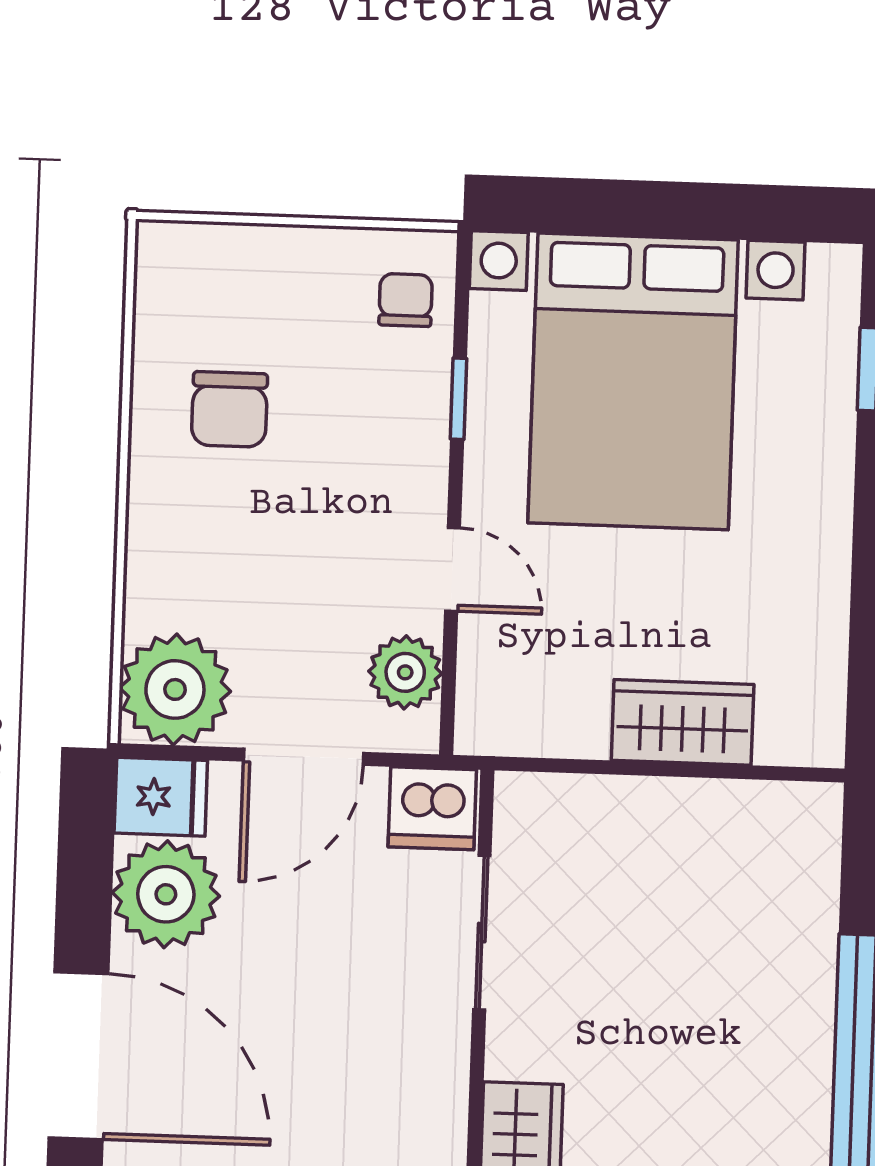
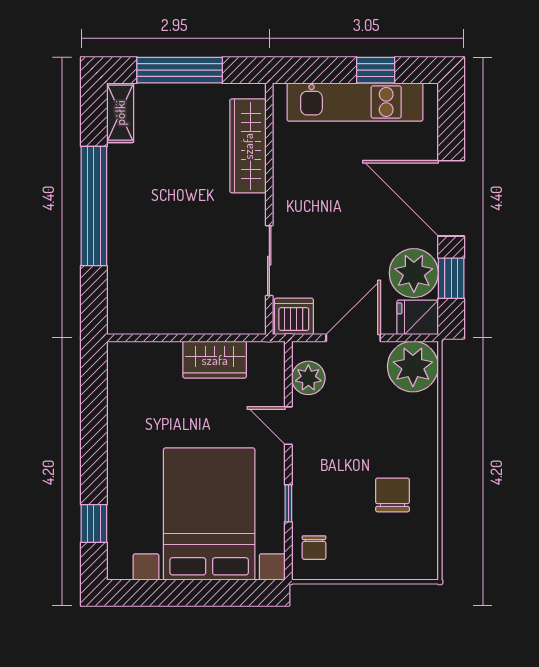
wardrobe: (683, 722) -> (215, 360), moved
window: (85, 880) -> (451, 278), added

